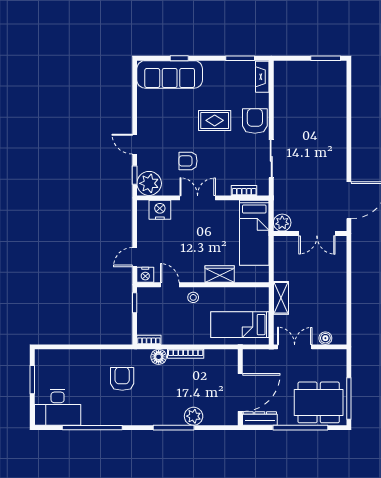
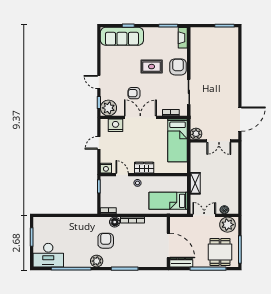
double door: (198, 198) -> (140, 117), width x1.37
door: (135, 257) -> (99, 143), moved
wardrobe: (220, 274) -> (144, 168), moved
plant: (330, 361) -> (228, 225), added
armchair: (122, 379) -> (106, 241), moved
door: (240, 393) -> (168, 246), hinge flipped
dining table: (319, 402) -> (220, 252), width x0.73
plant: (194, 416) -> (97, 261), moved

